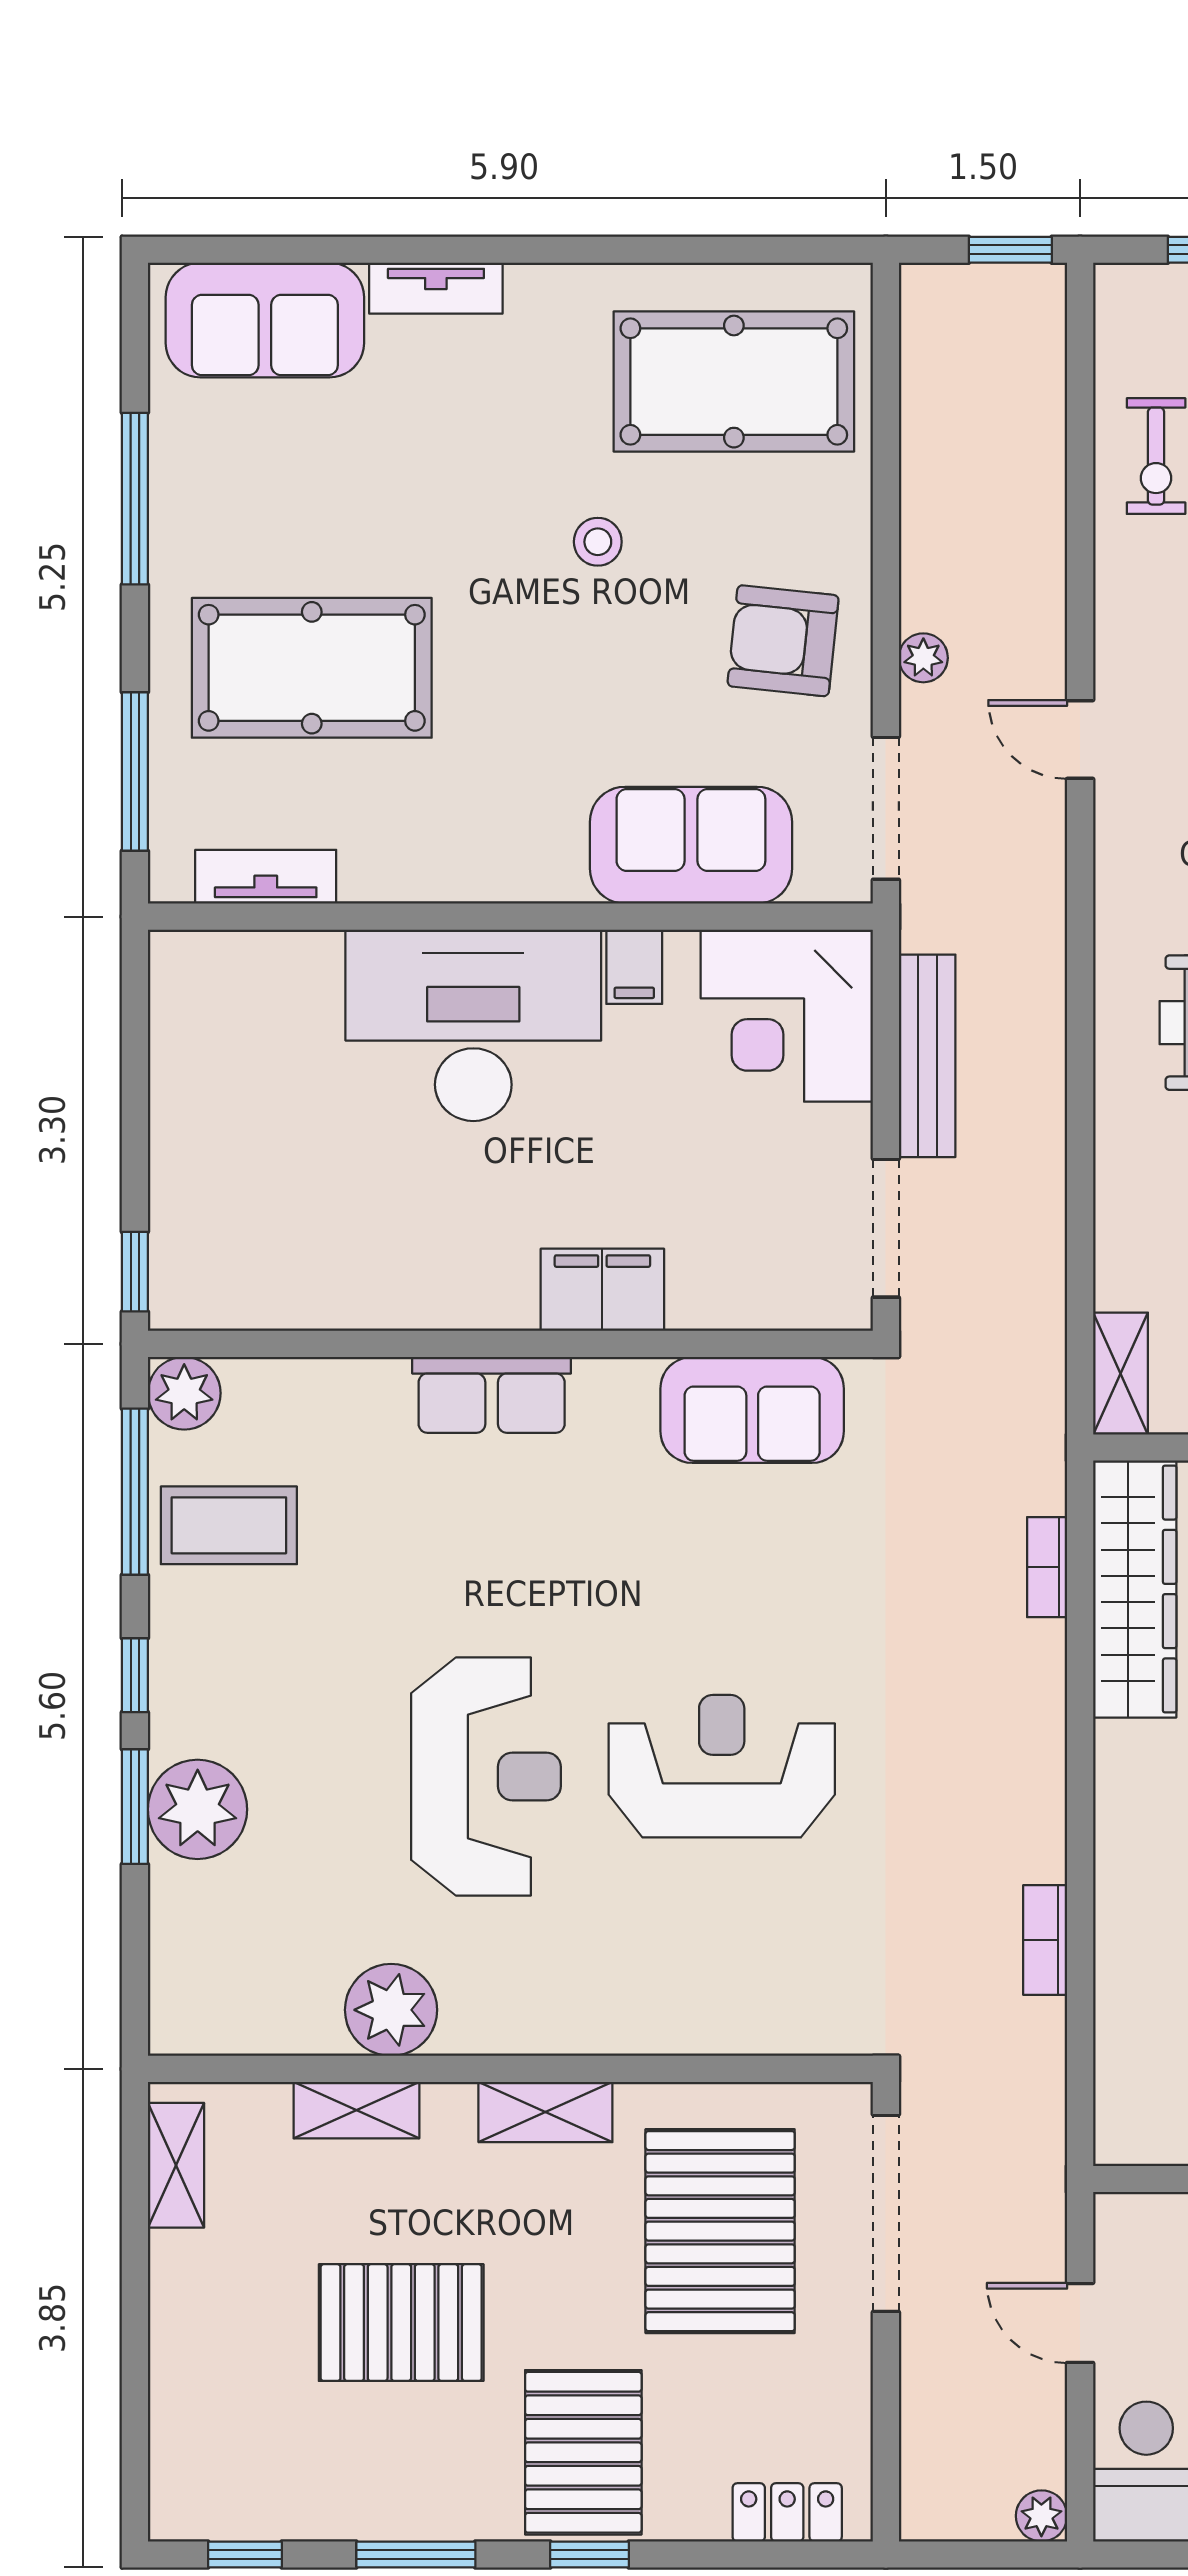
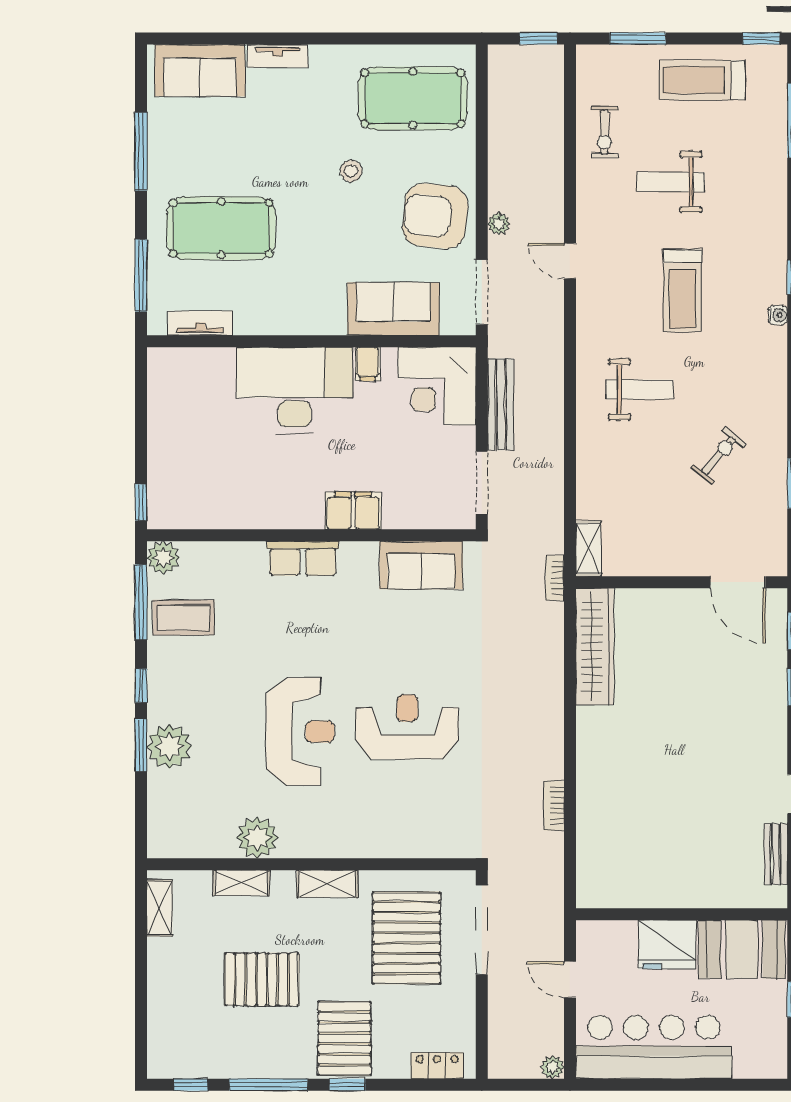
armchair: (783, 641) -> (435, 216), width x1.36, depth x1.36
bookcase: (1047, 1567) -> (555, 578), moved
window: (416, 2554) -> (268, 1085), width x1.44

